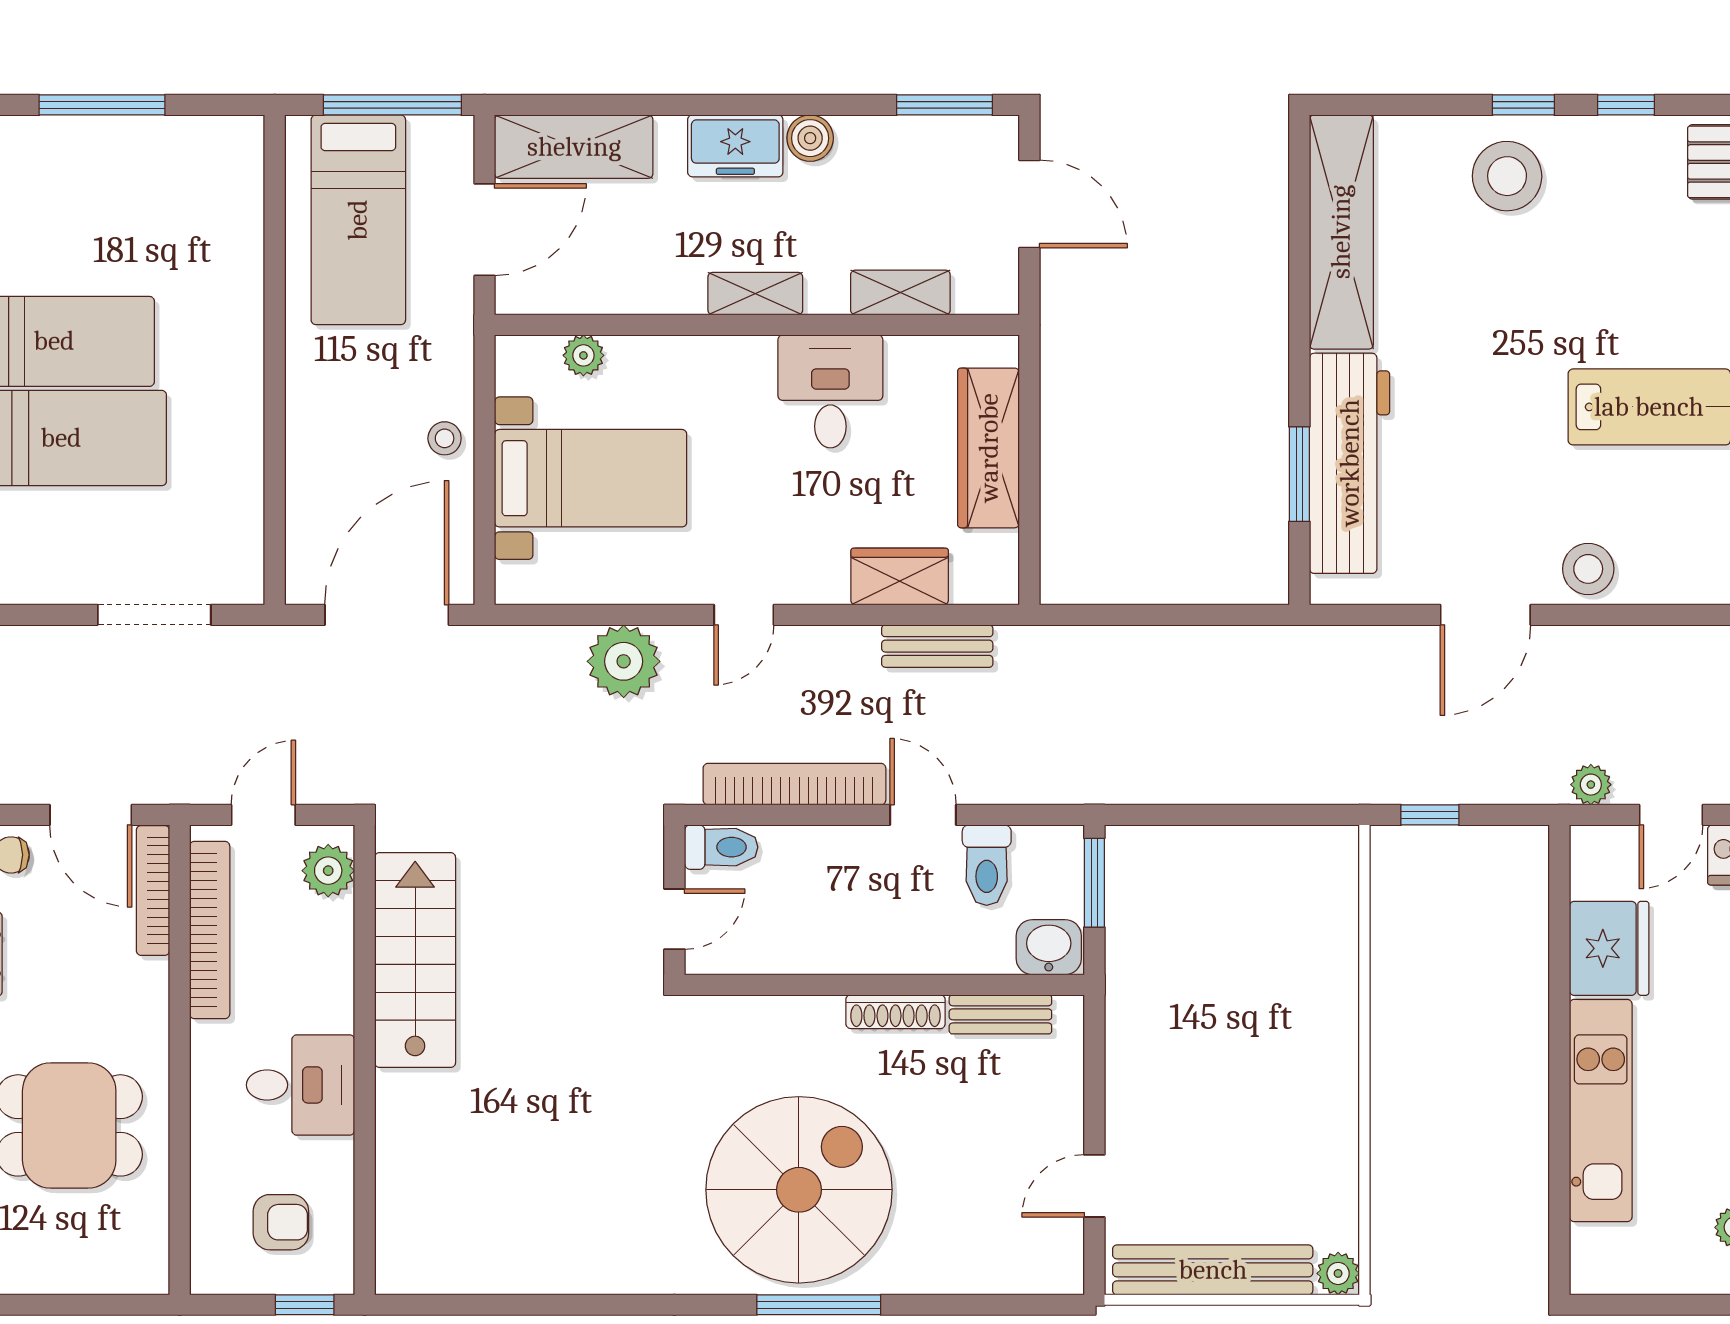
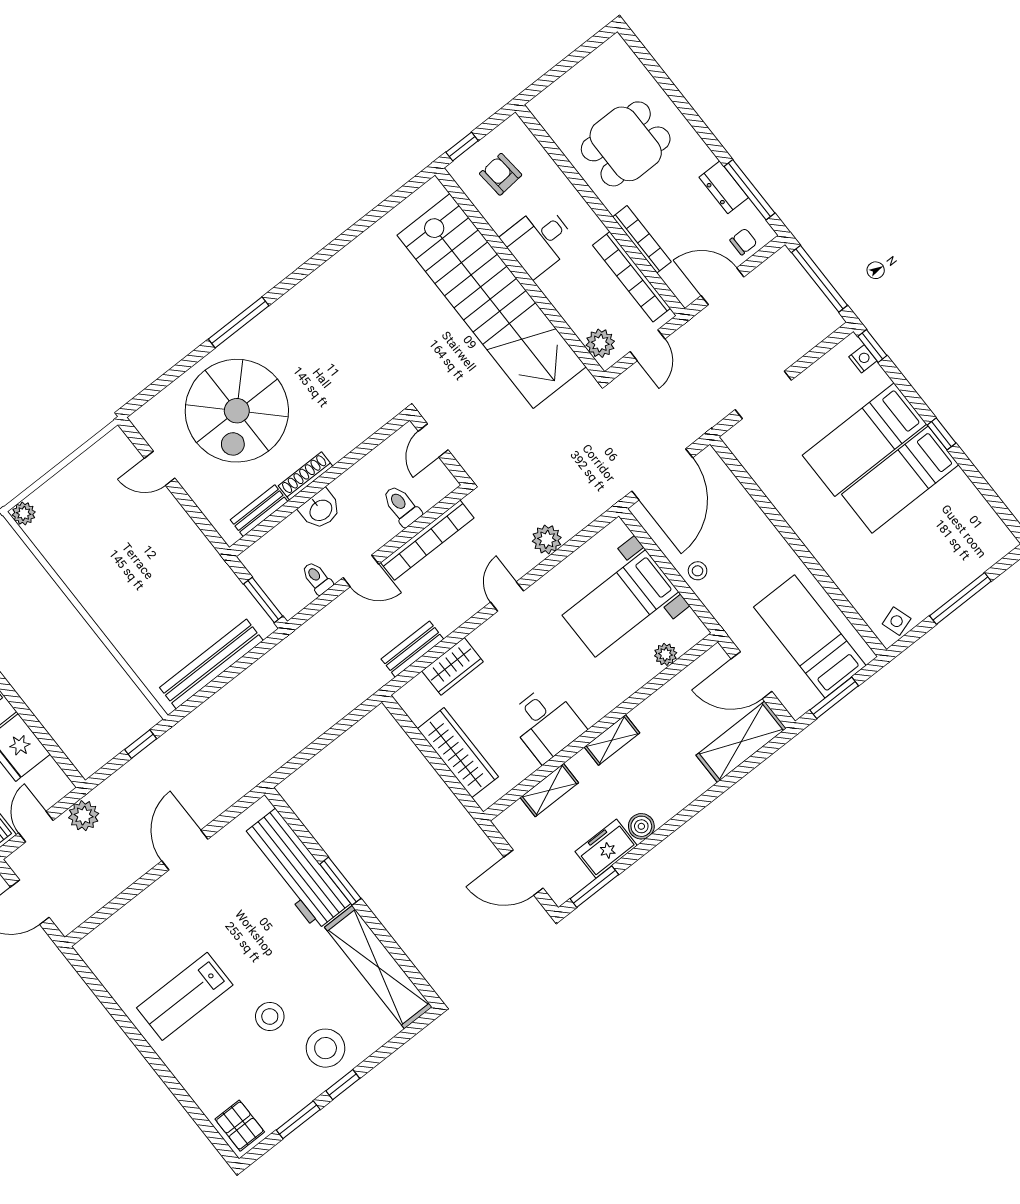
window: (392, 105) -> (834, 698), width x0.69
window: (1626, 105) -> (298, 1120), width x1.50
side table: (218, 144) -> (897, 621), added
freezer: (735, 146) -> (606, 849), moved
door: (485, 230) -> (752, 675), hinge flipped
window: (1299, 474) -> (340, 881), moved
stool: (1588, 569) -> (270, 1016), moved
plant: (624, 661) -> (547, 539), width x0.73, depth x0.73
plant: (1591, 785) -> (84, 816), width x1.38, depth x1.38
toilet: (721, 847) -> (402, 506), moved, turned 90
toilet: (987, 865) -> (317, 578), width x0.73, depth x0.72
bookcase: (153, 890) -> (642, 239), moved
washbasin: (1049, 947) -> (320, 510), moved
stairs: (415, 960) -> (492, 301), width x1.86, depth x1.51
door: (1094, 1186) -> (160, 468), swing flipped
spiral stairs: (799, 1190) -> (237, 411), moved
armchair: (281, 1222) -> (501, 174), turned 85
bench: (1213, 1270) -> (211, 664), moved

